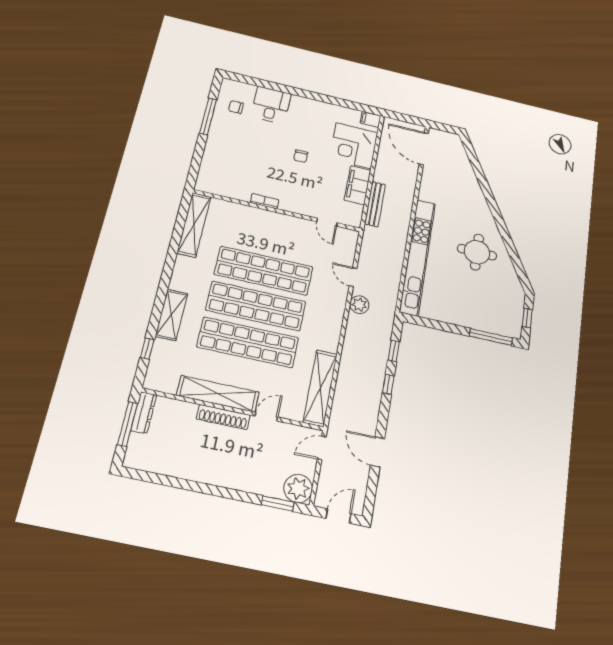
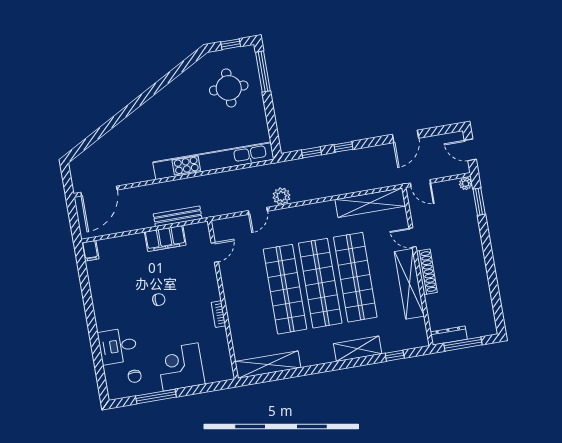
corner desk: (354, 146) -> (181, 367), moved, turned 180
round table: (477, 252) -> (229, 88), moved
plant: (298, 488) -> (466, 183), width x0.53, depth x0.53

